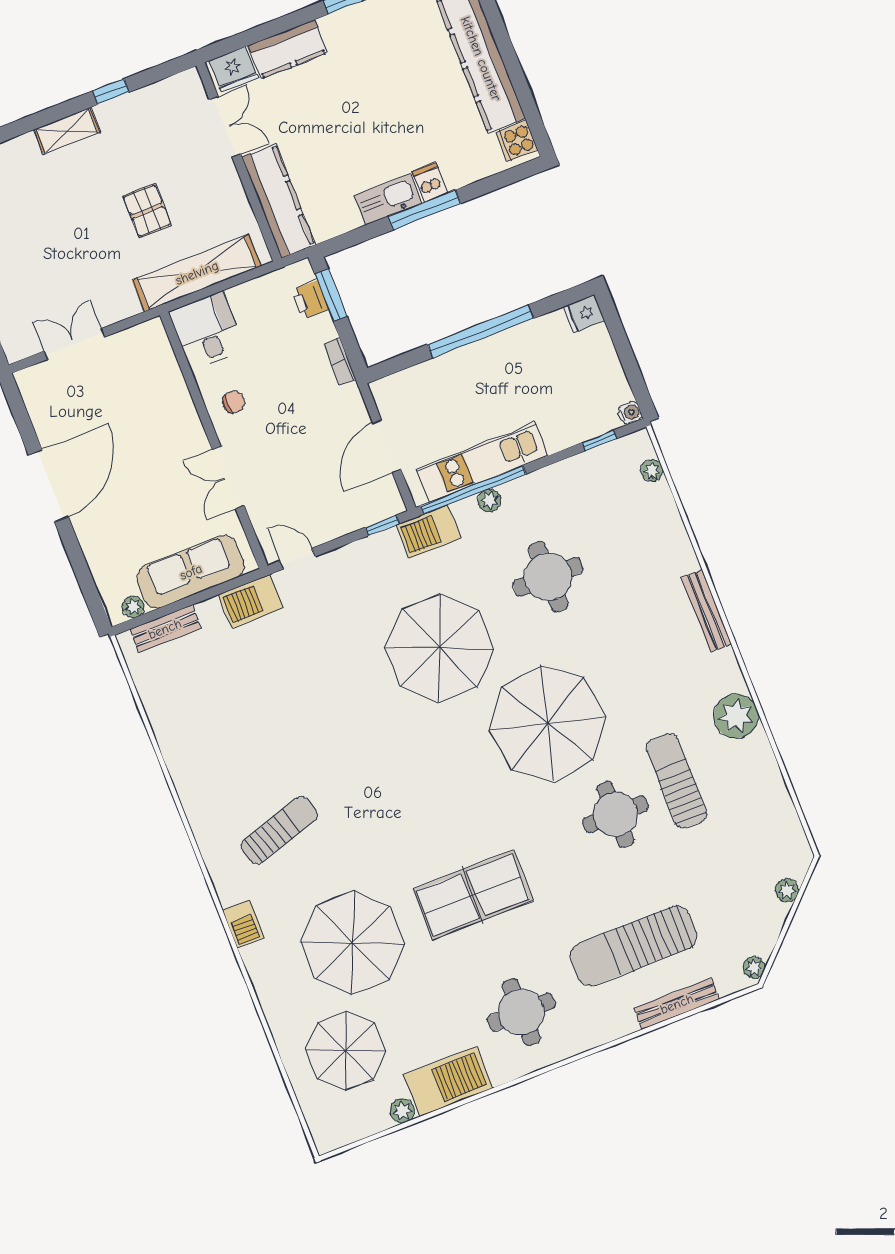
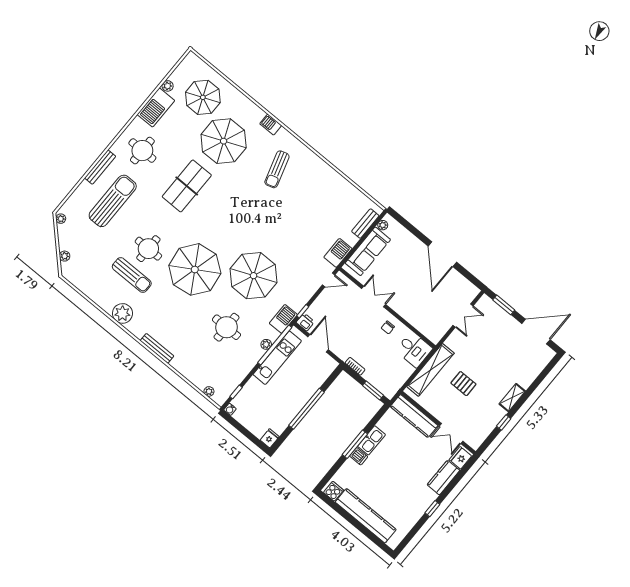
printer: (310, 300) -> (305, 322), moved
bench: (677, 1004) -> (100, 167), moved

